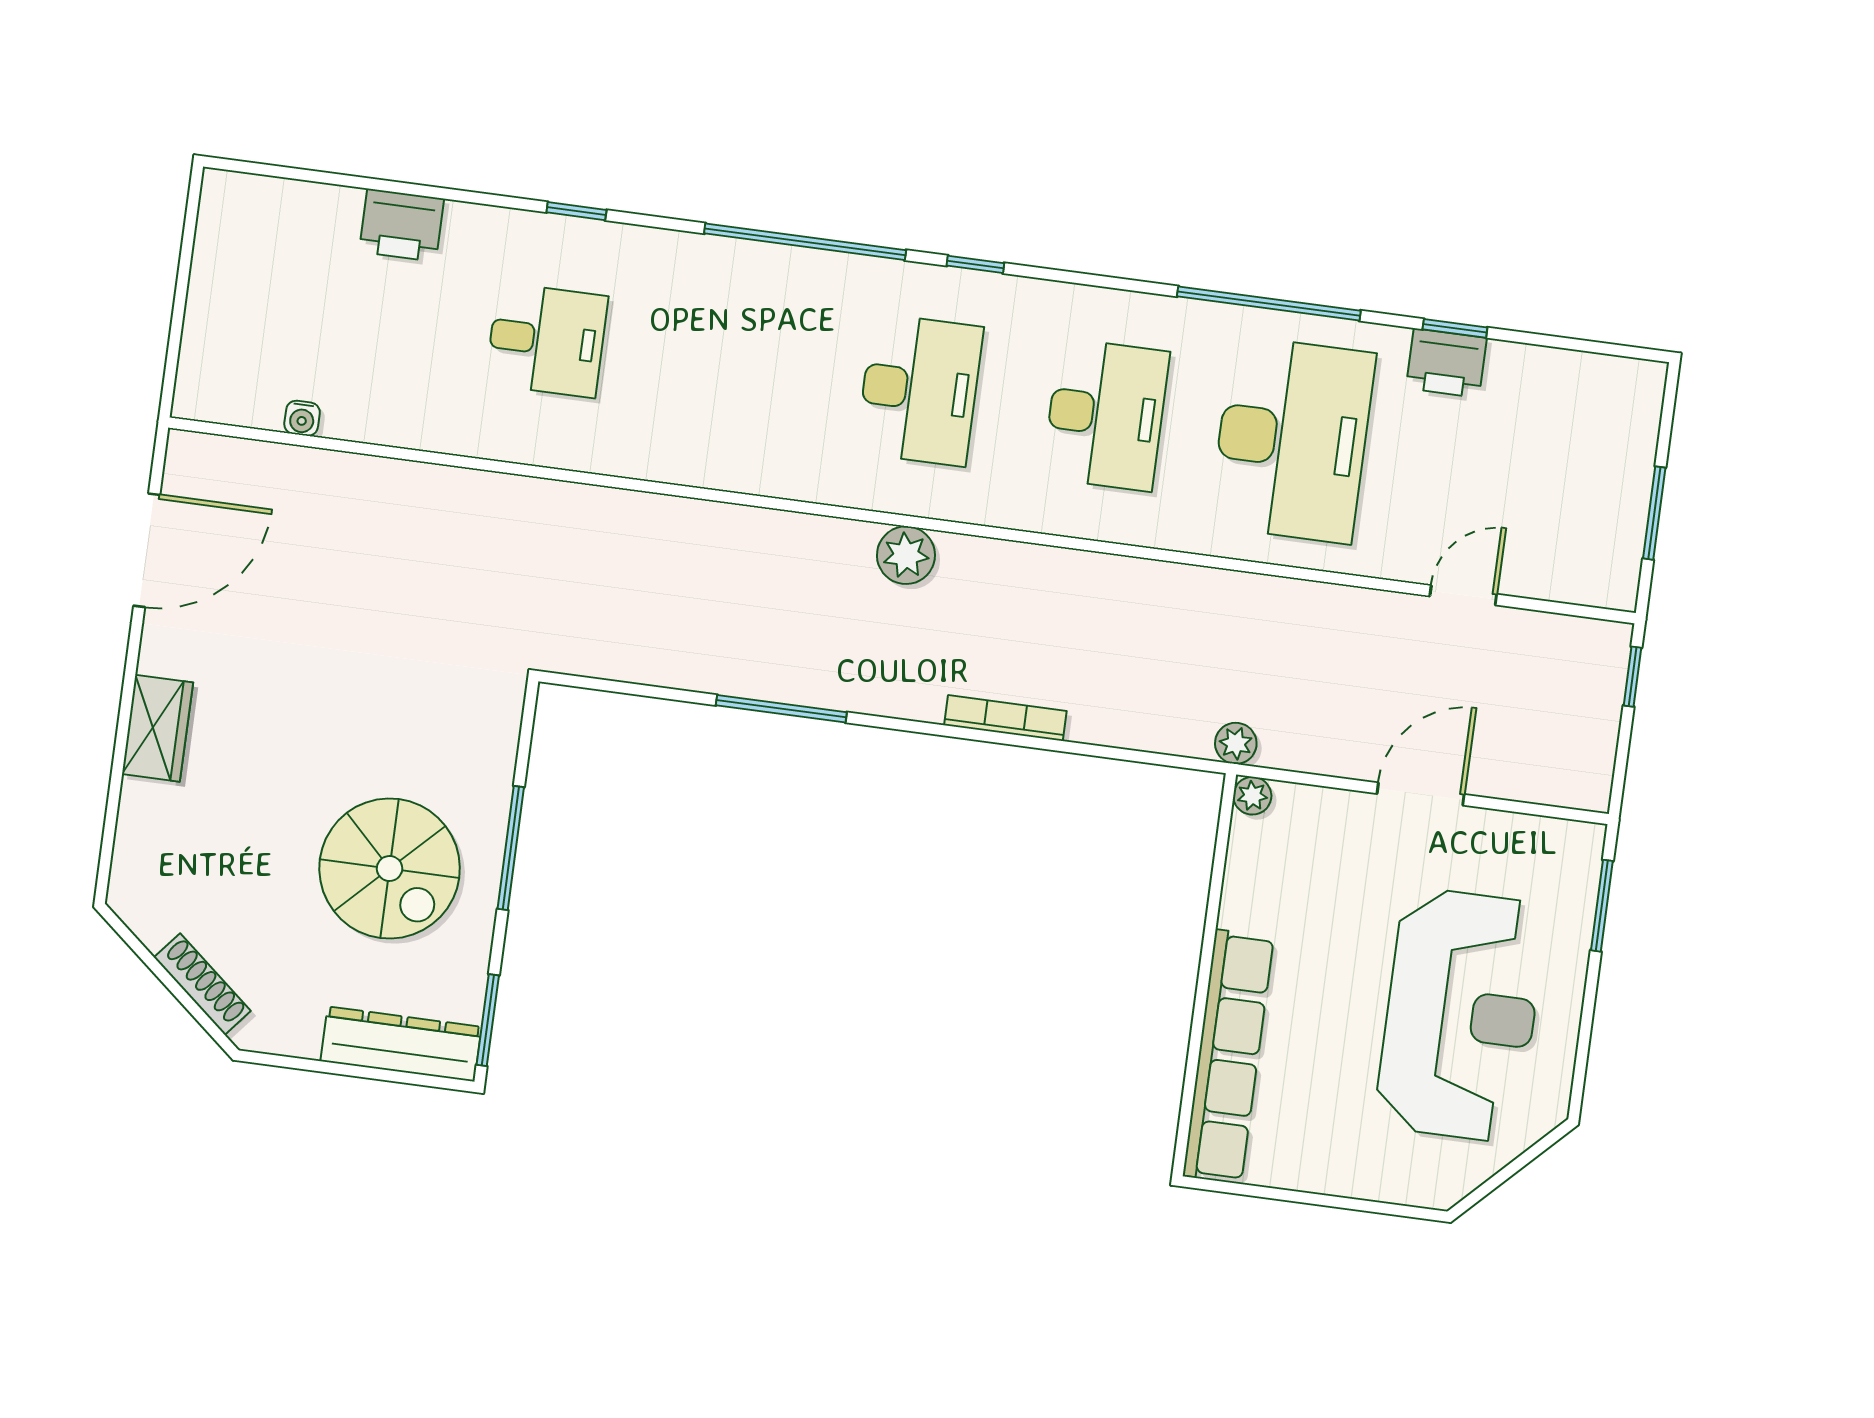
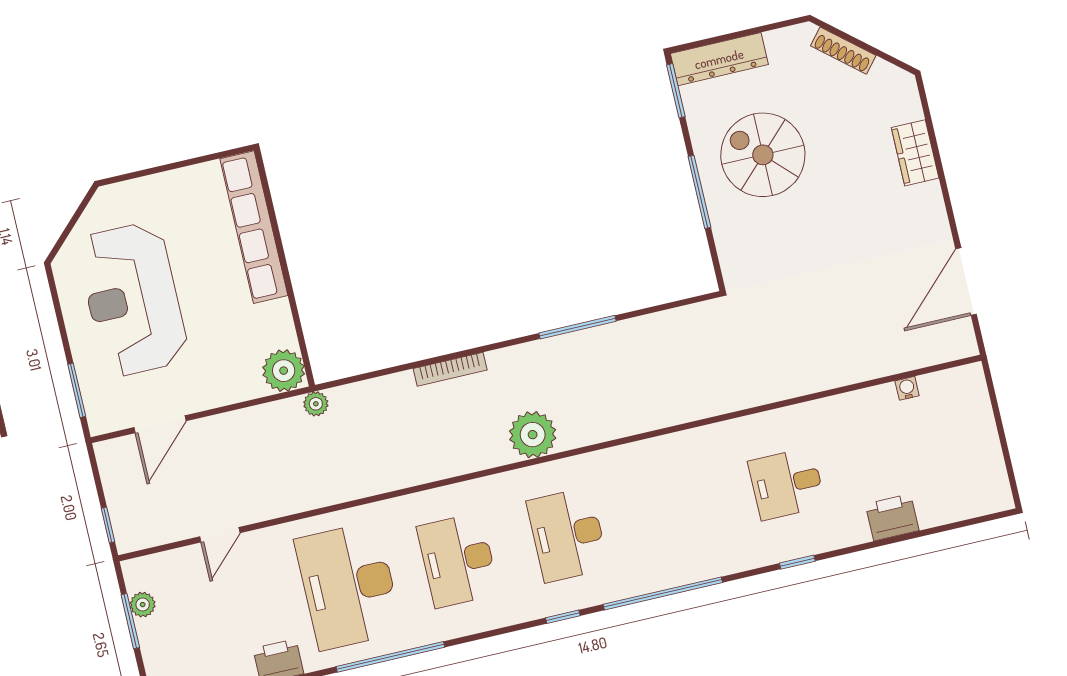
plant: (1625, 532) -> (143, 605), added
plant: (906, 555) -> (533, 435), width x1.36, depth x1.36
wardrobe: (157, 728) -> (915, 153), moved
door: (1421, 794) -> (160, 424), moved
plant: (1252, 796) -> (284, 371), width x1.88, depth x1.88

